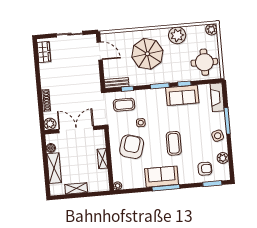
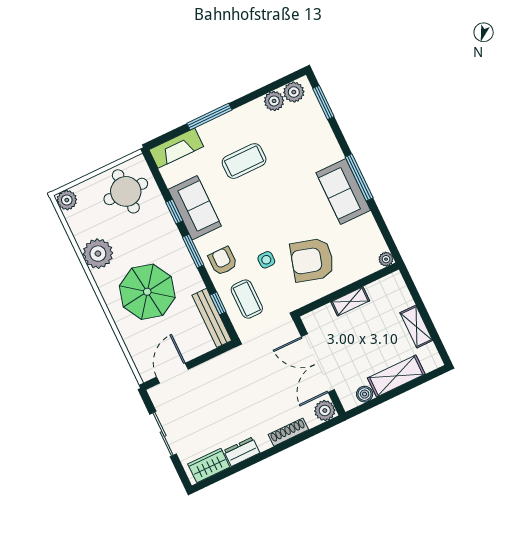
dresser: (45, 72) -> (242, 452), added
bench: (117, 83) -> (212, 318), width x1.36
side table: (218, 136) -> (240, 123), removed
coffee table: (174, 143) -> (244, 161), moved
armchair: (205, 169) -> (223, 261), moved
plant: (224, 170) -> (294, 92), added

